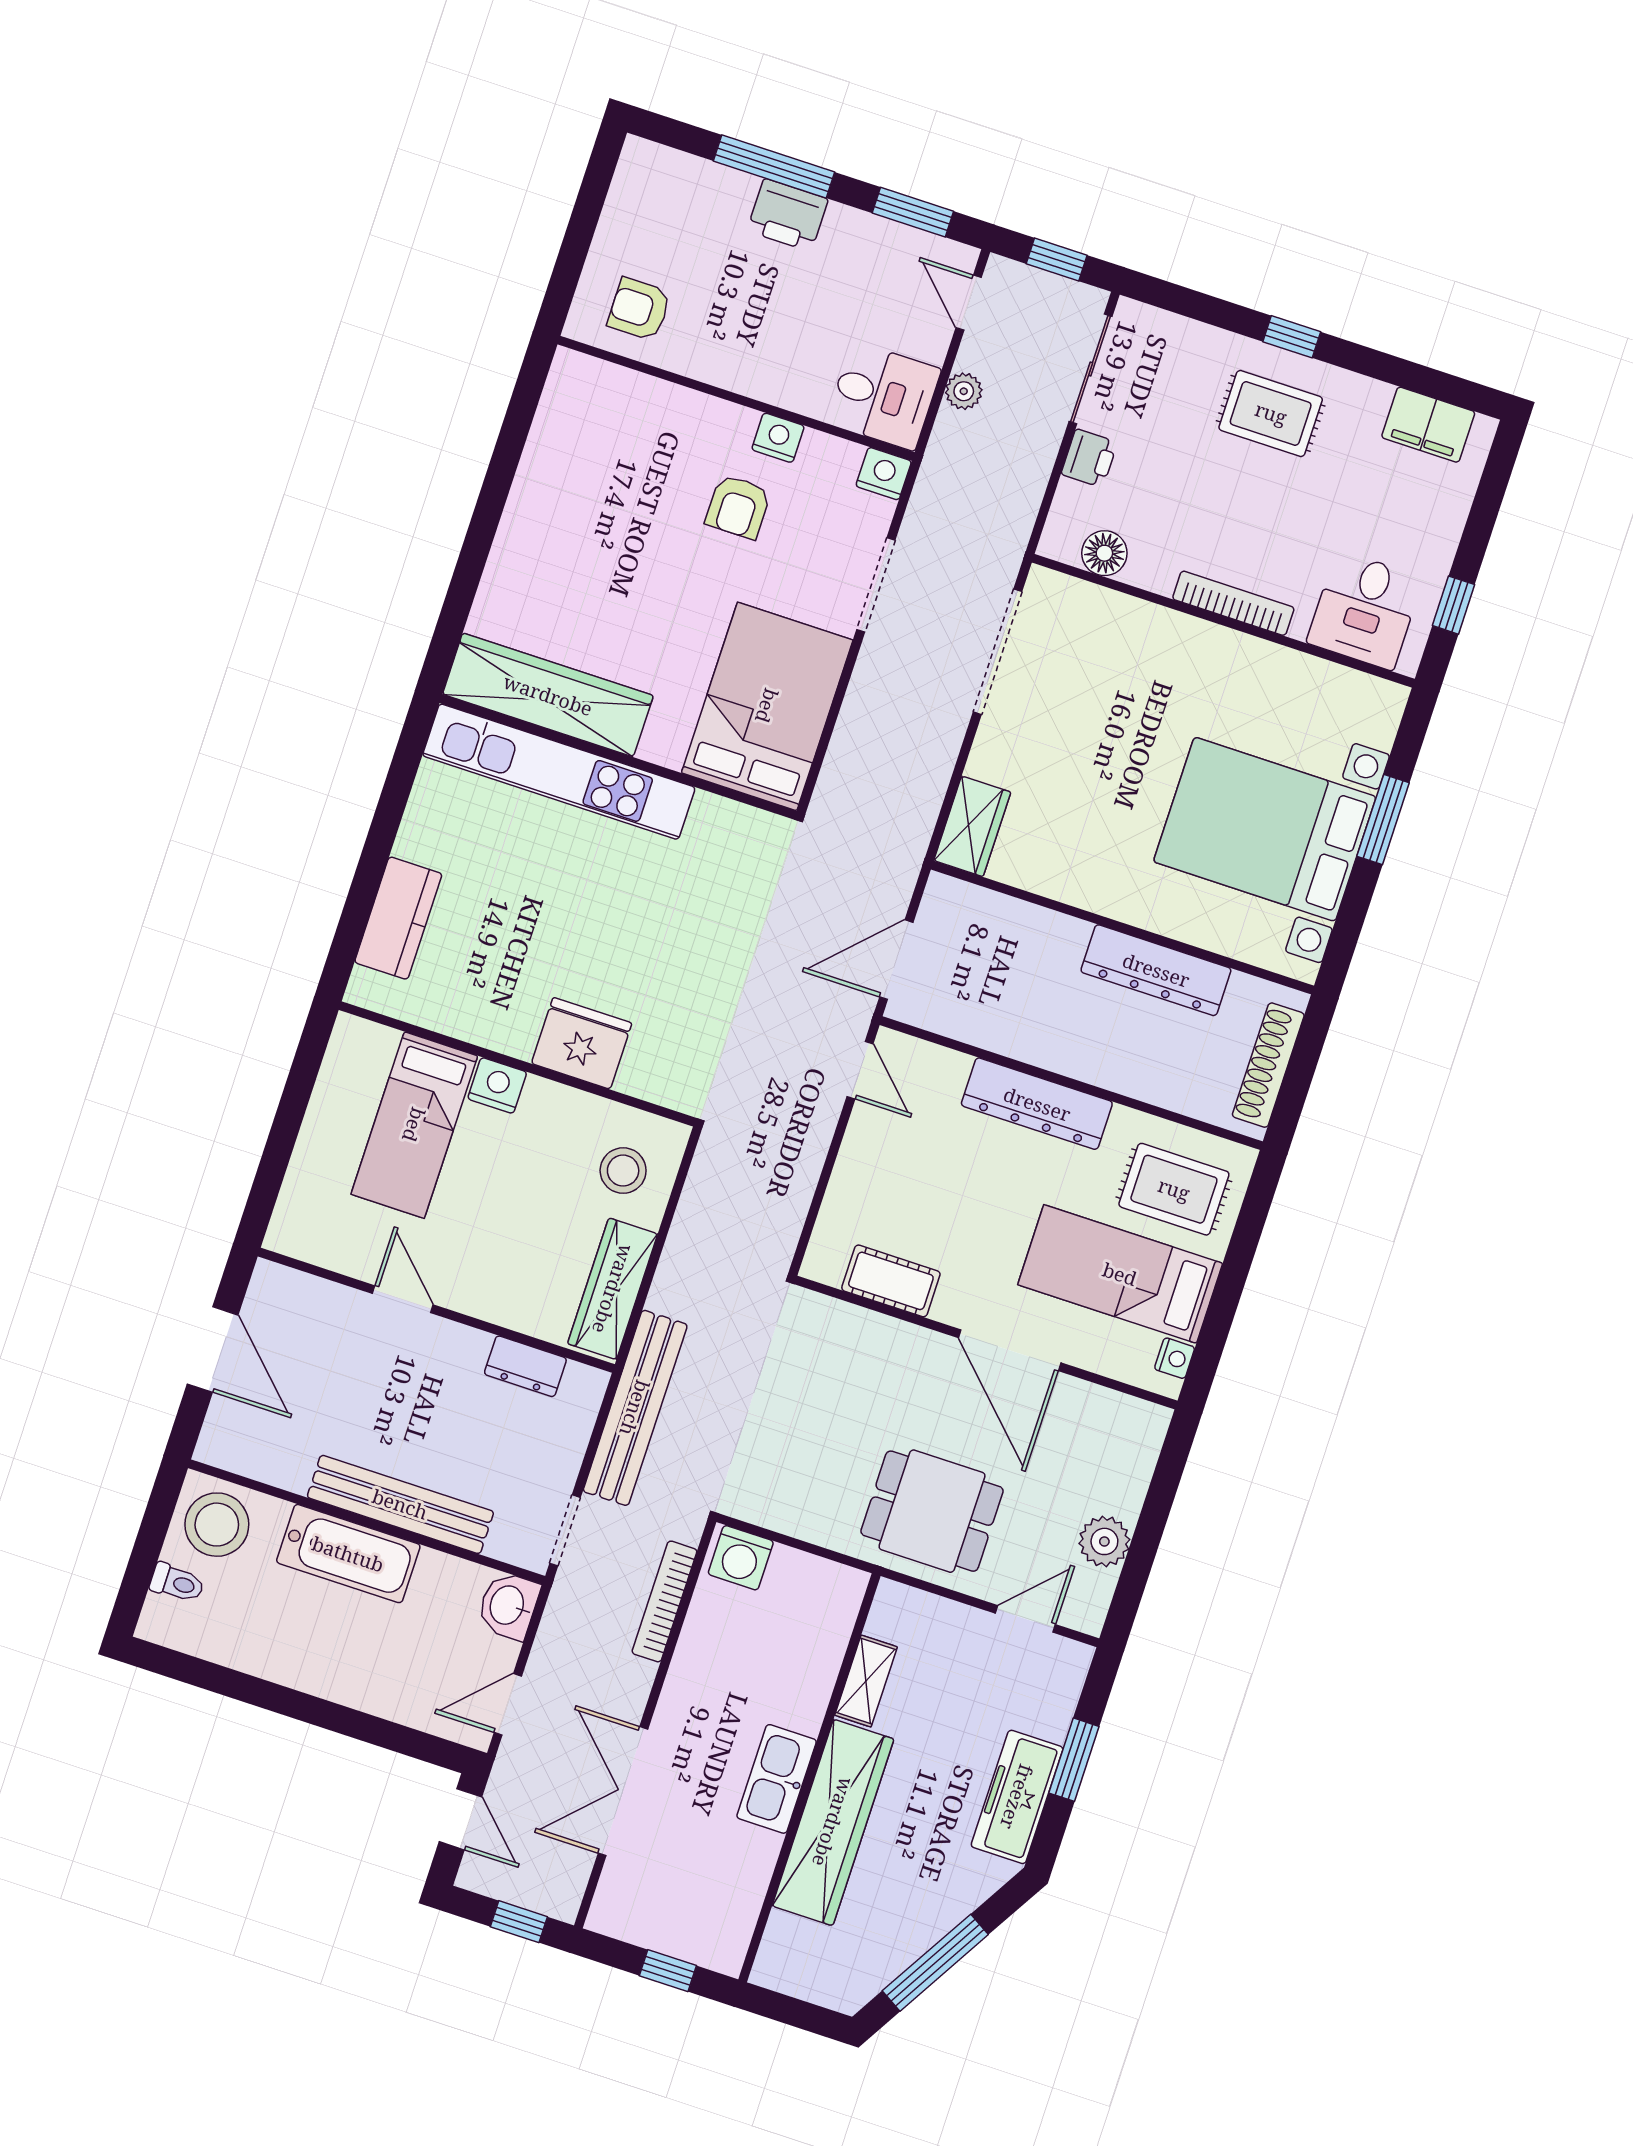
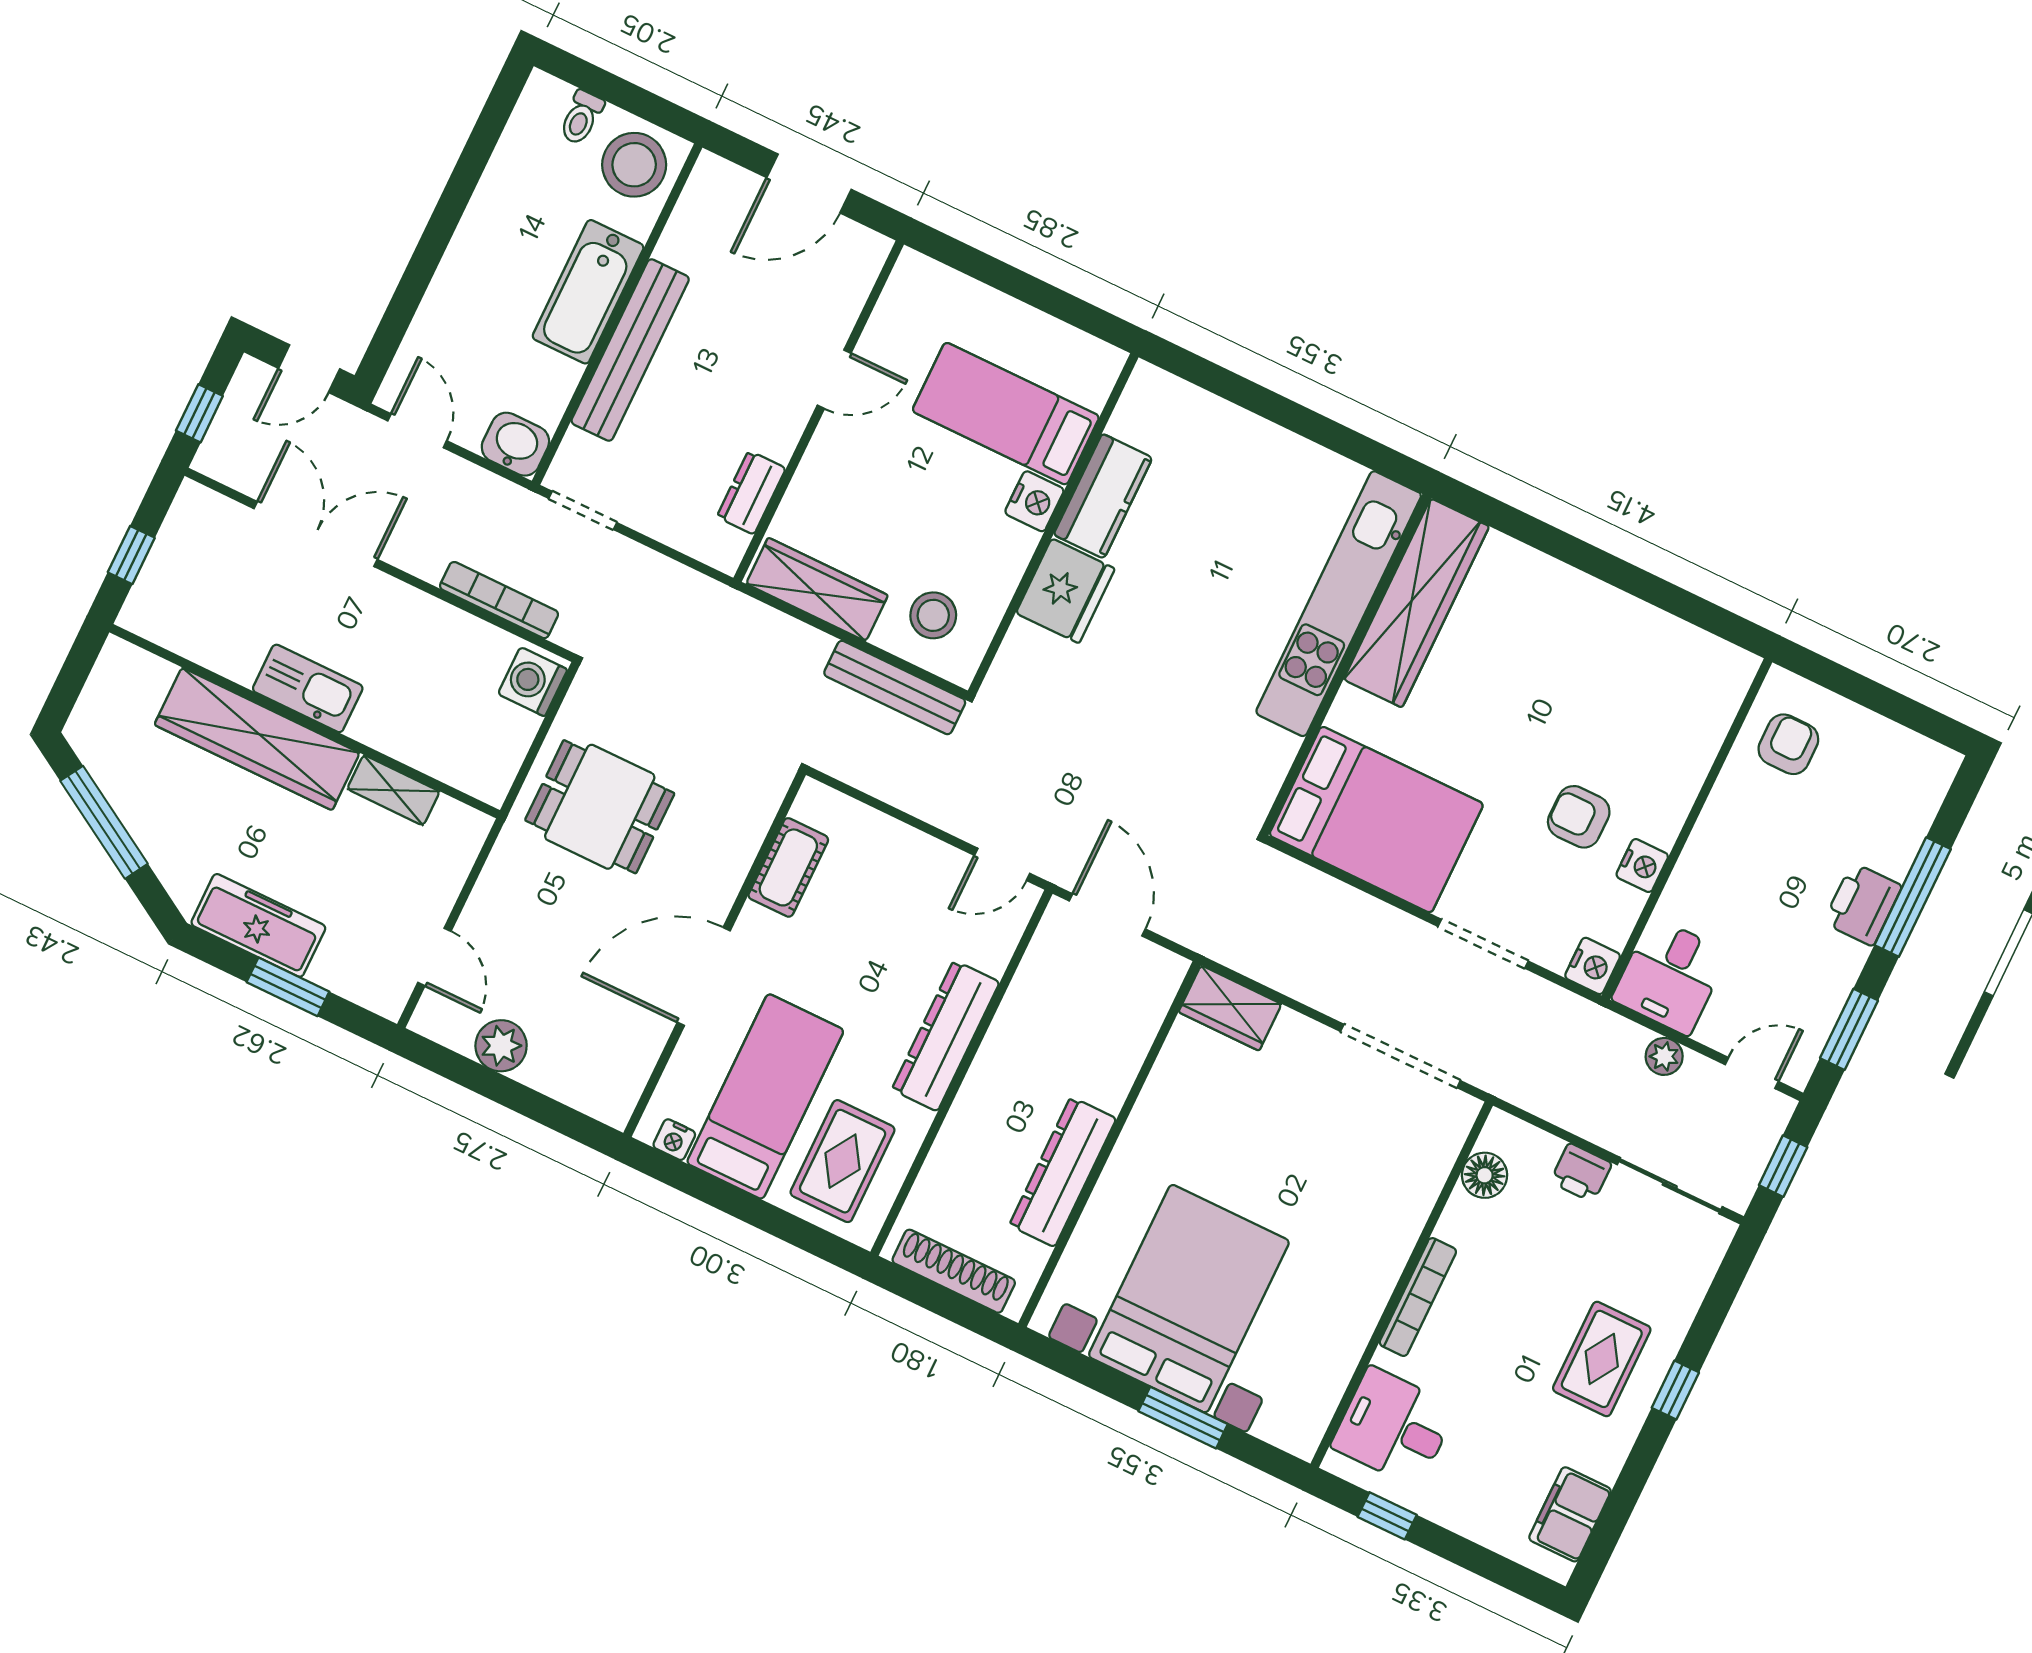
kitchen counter: (398, 918) -> (1103, 496), moved, turned -90
bench: (635, 1408) -> (895, 688), moved, width x0.73, depth x0.82
dining table: (932, 1511) -> (600, 807), moved, turned 90

